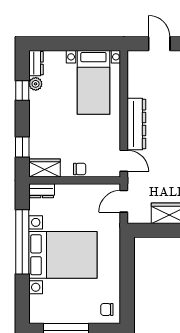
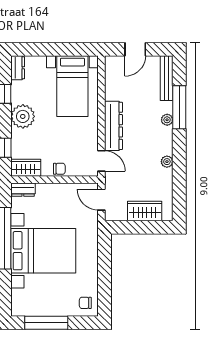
door: (159, 44) -> (135, 49), swing flipped
plant: (36, 84) -> (23, 116), moved, width x1.88, depth x1.88
door: (124, 201) -> (101, 200), hinge flipped

